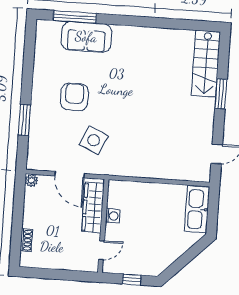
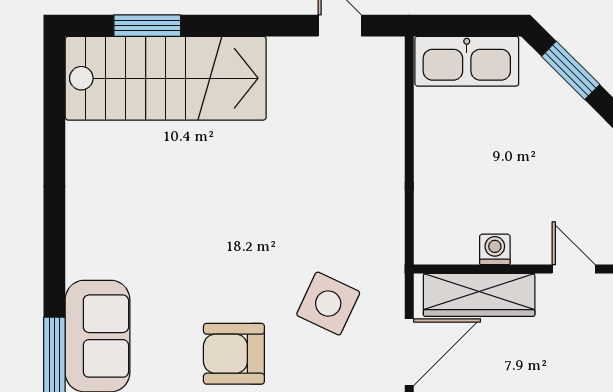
stairs: (206, 64) -> (166, 78), width x1.36, depth x1.51
window: (221, 94) -> (147, 26), moved
window: (190, 255) -> (571, 70), added

